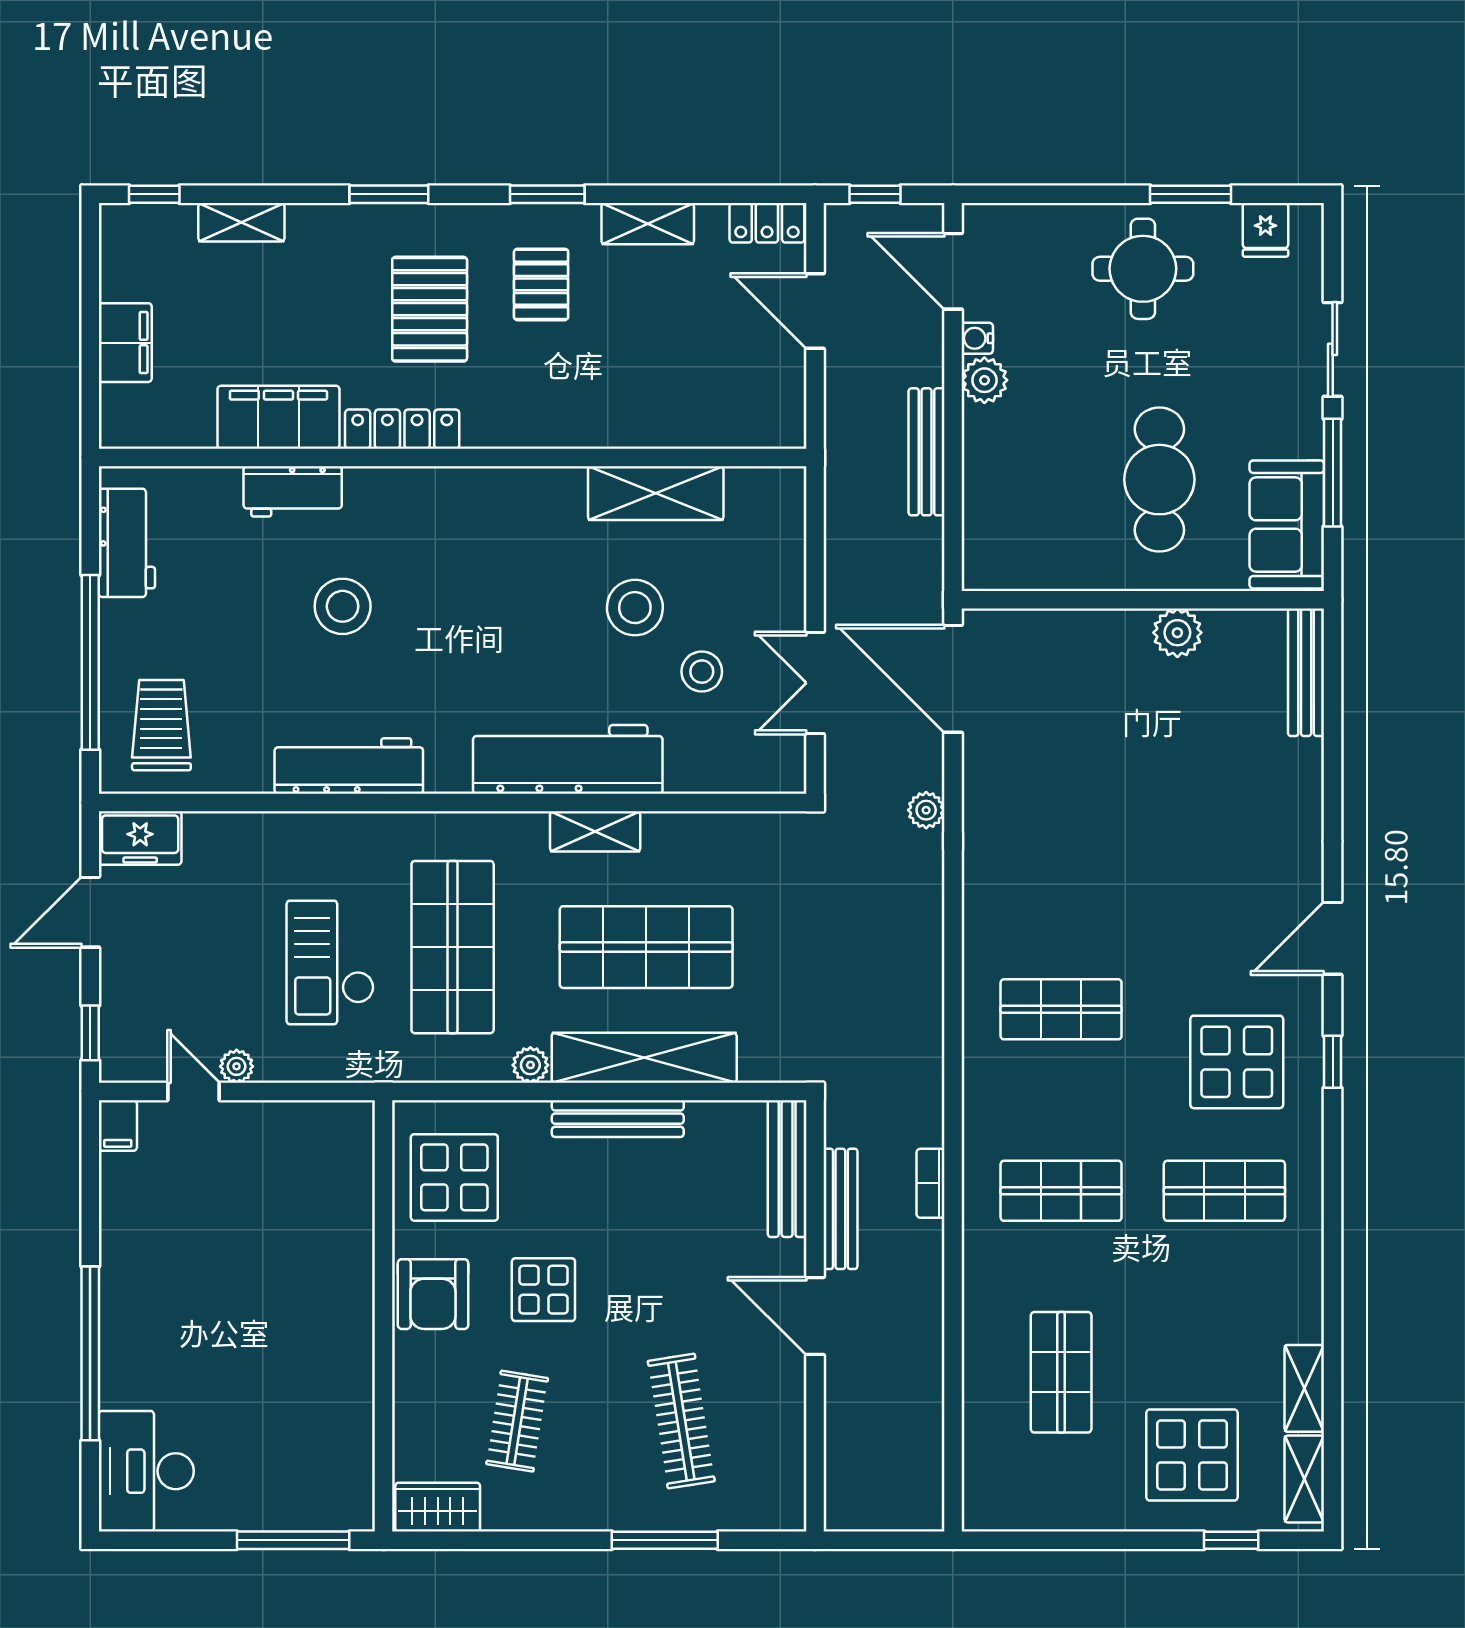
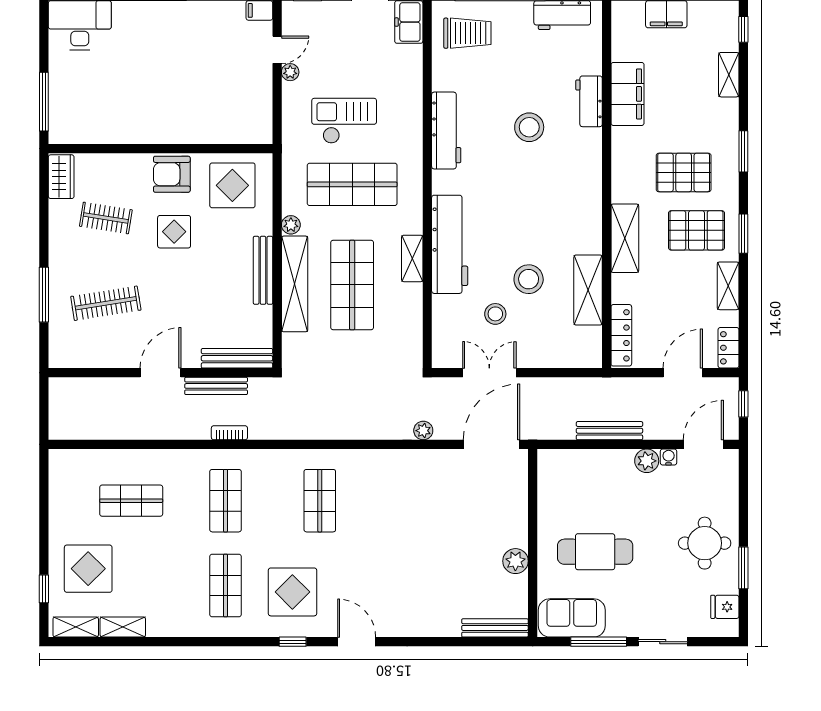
pallet: (541, 284) -> (696, 230), width x1.50, depth x1.42
shelving: (556, 422) -> (625, 238), added
locker: (402, 429) -> (621, 335), moved

